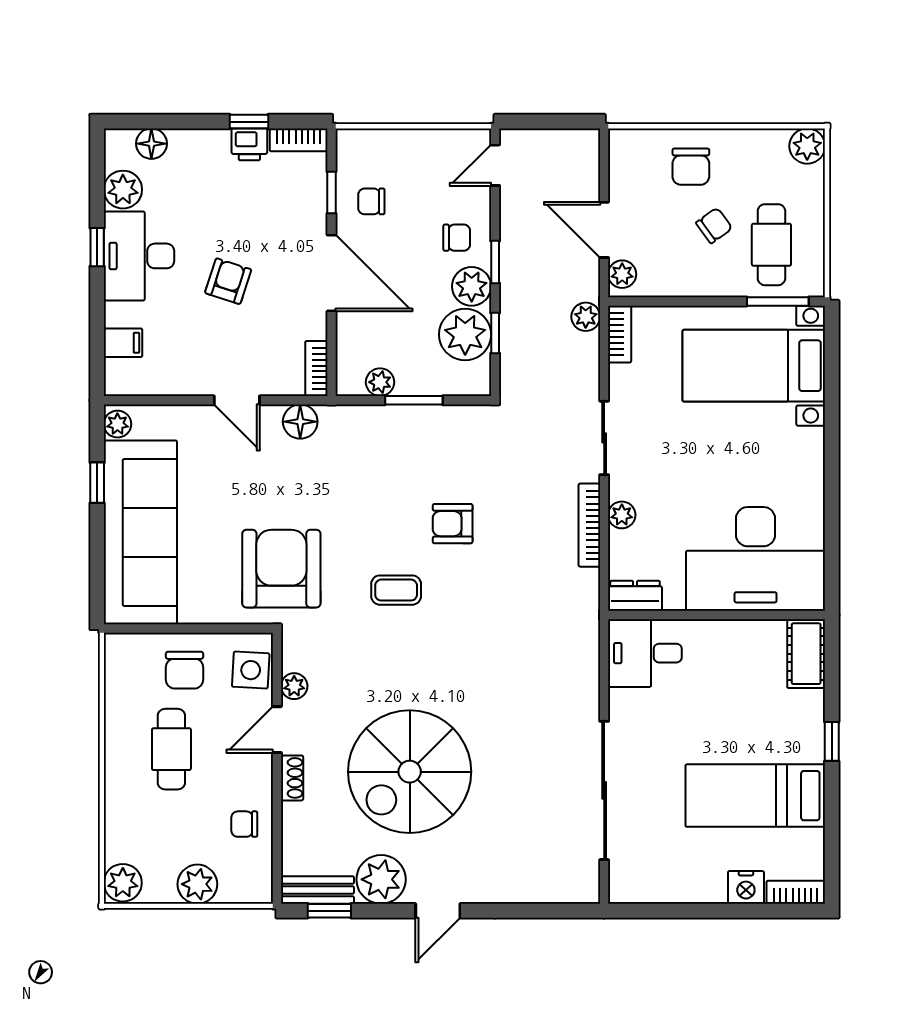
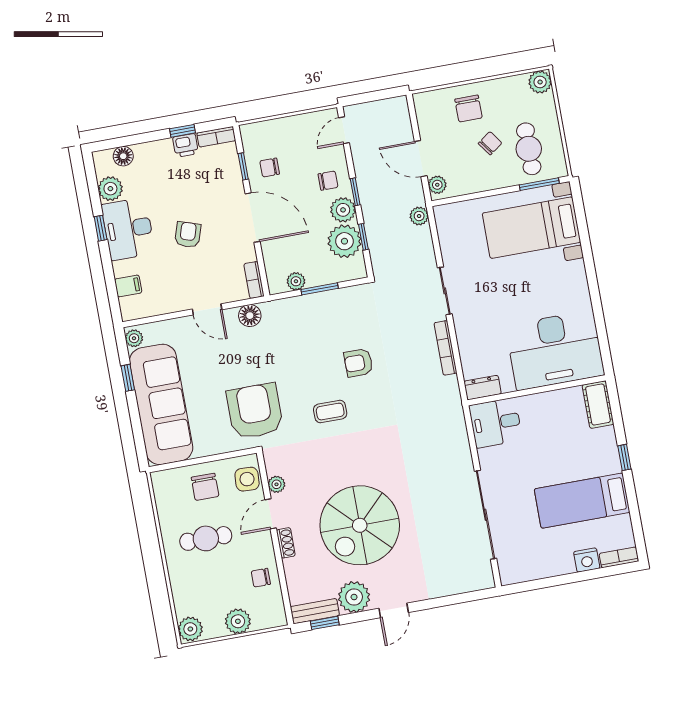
bookcase: (620, 334) -> (443, 223), removed
plant: (622, 515) -> (465, 338), removed
cafe table: (171, 749) -> (206, 538), turned 90

